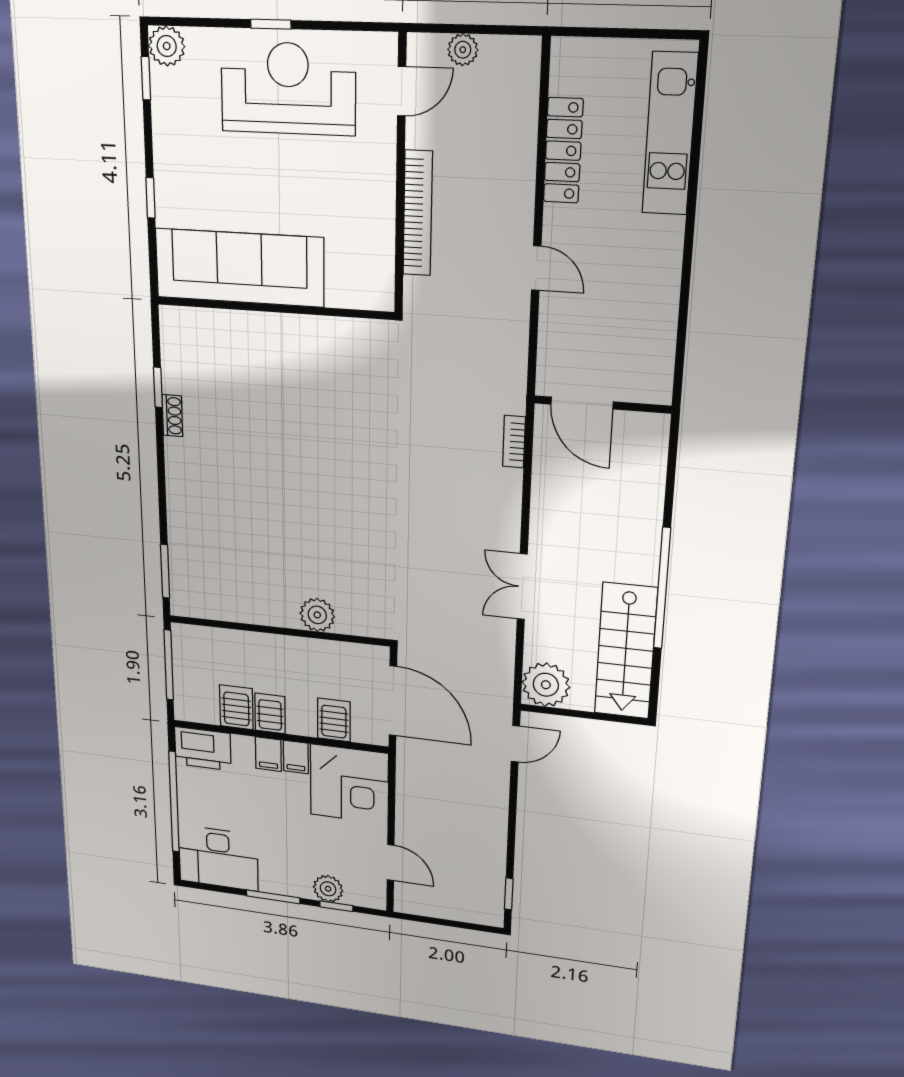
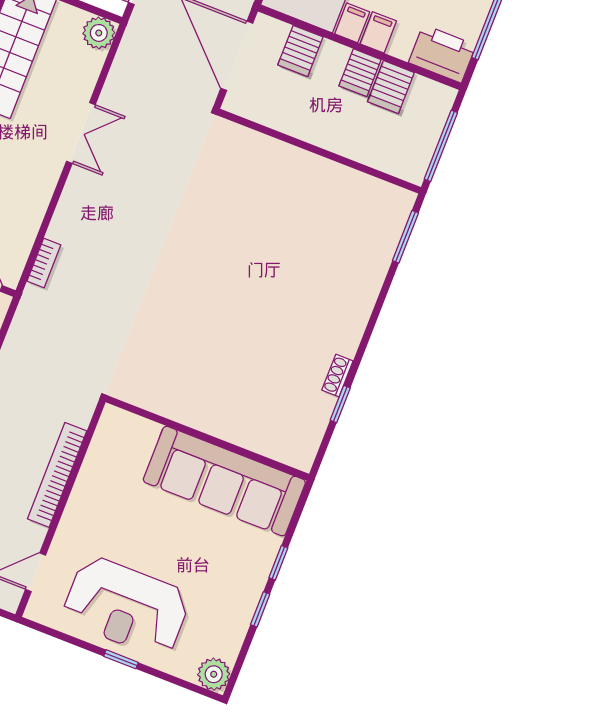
window: (146, 78) -> (260, 609), moved
plant: (317, 615) -> (276, 156), removed
plant: (546, 685) -> (99, 33), width x0.73, depth x0.73

